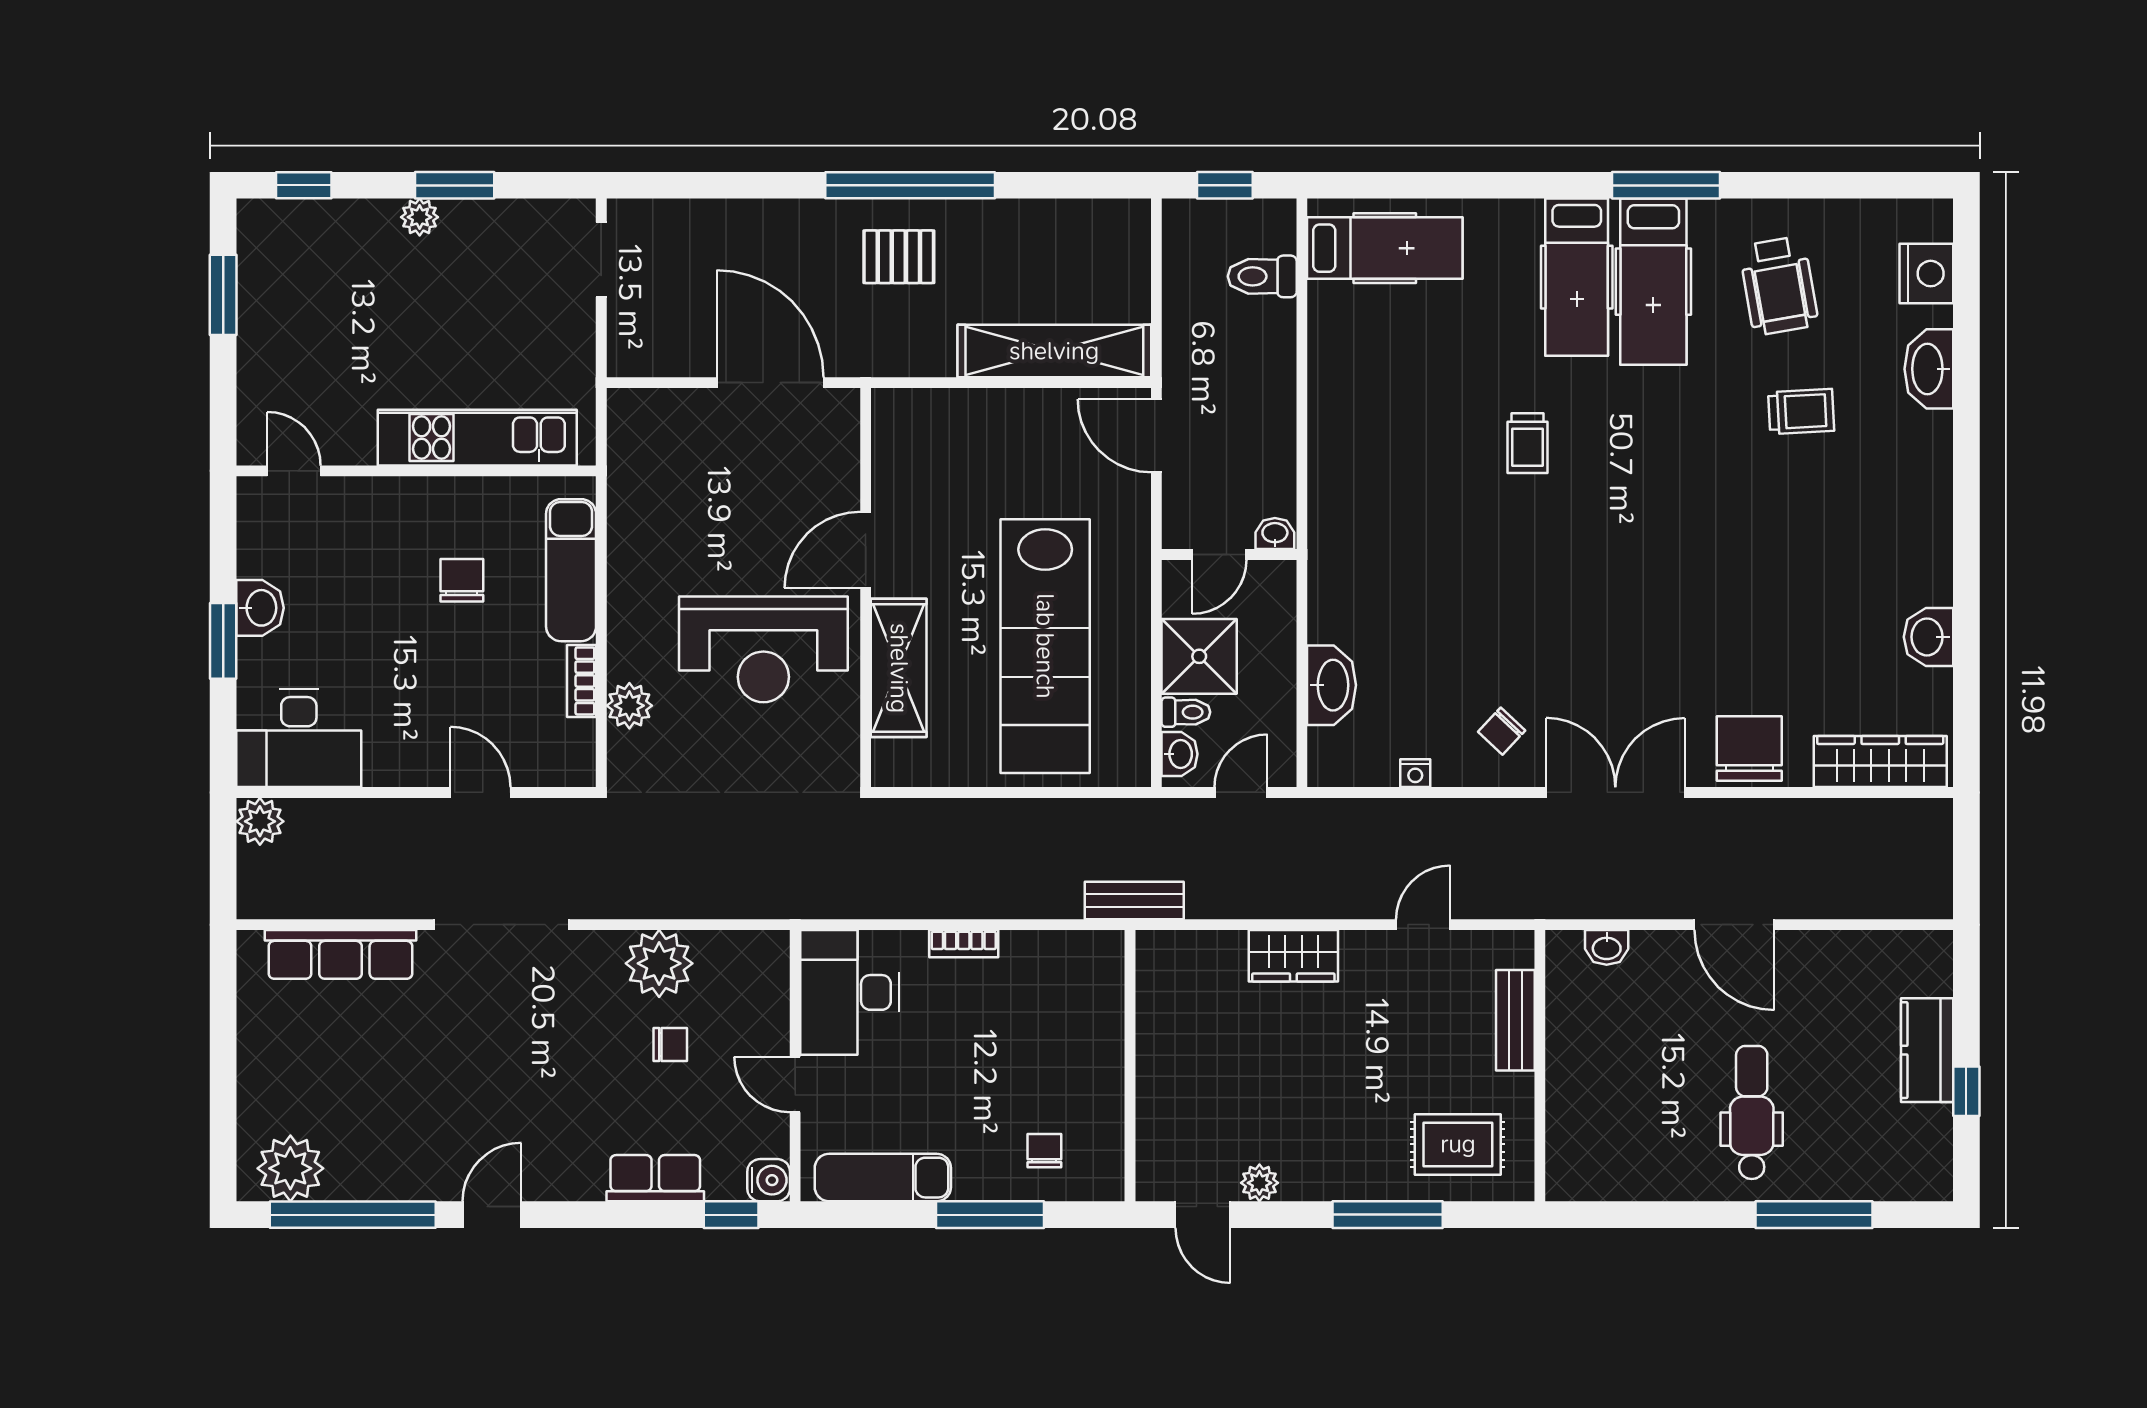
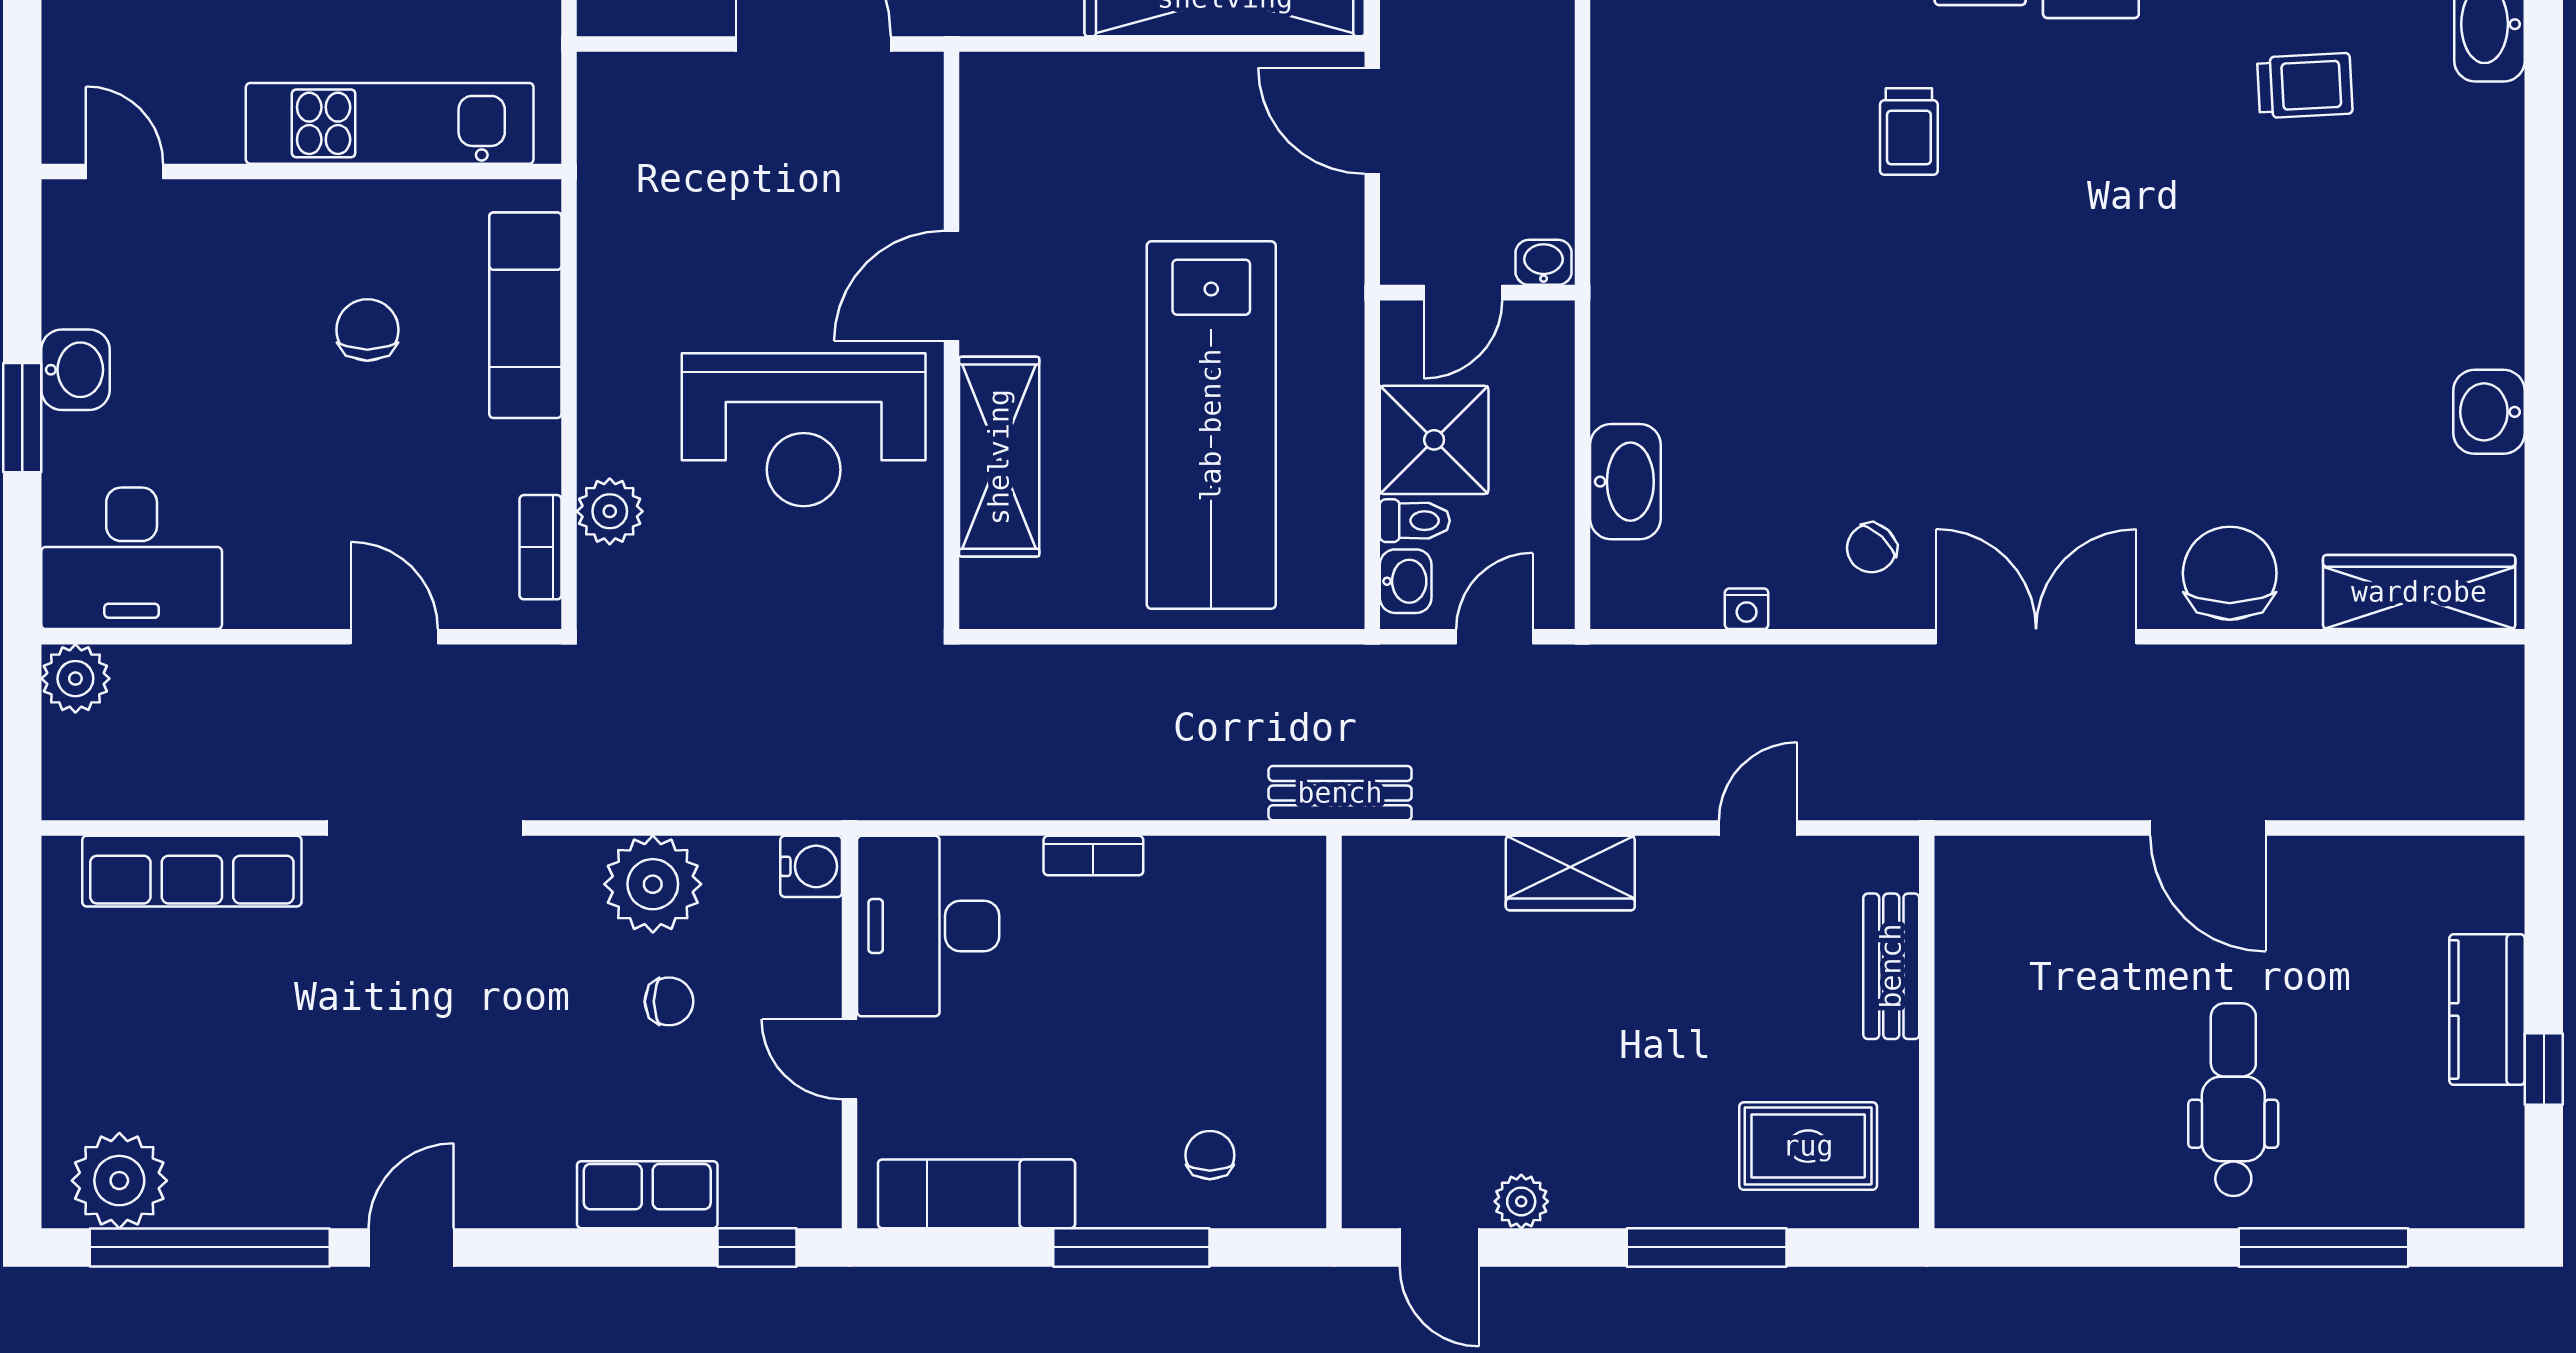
bookcase: (582, 681) -> (541, 547), moved
washbasin: (1607, 947) -> (2023, 861), removed
water cooler: (769, 1180) -> (811, 866), moved

